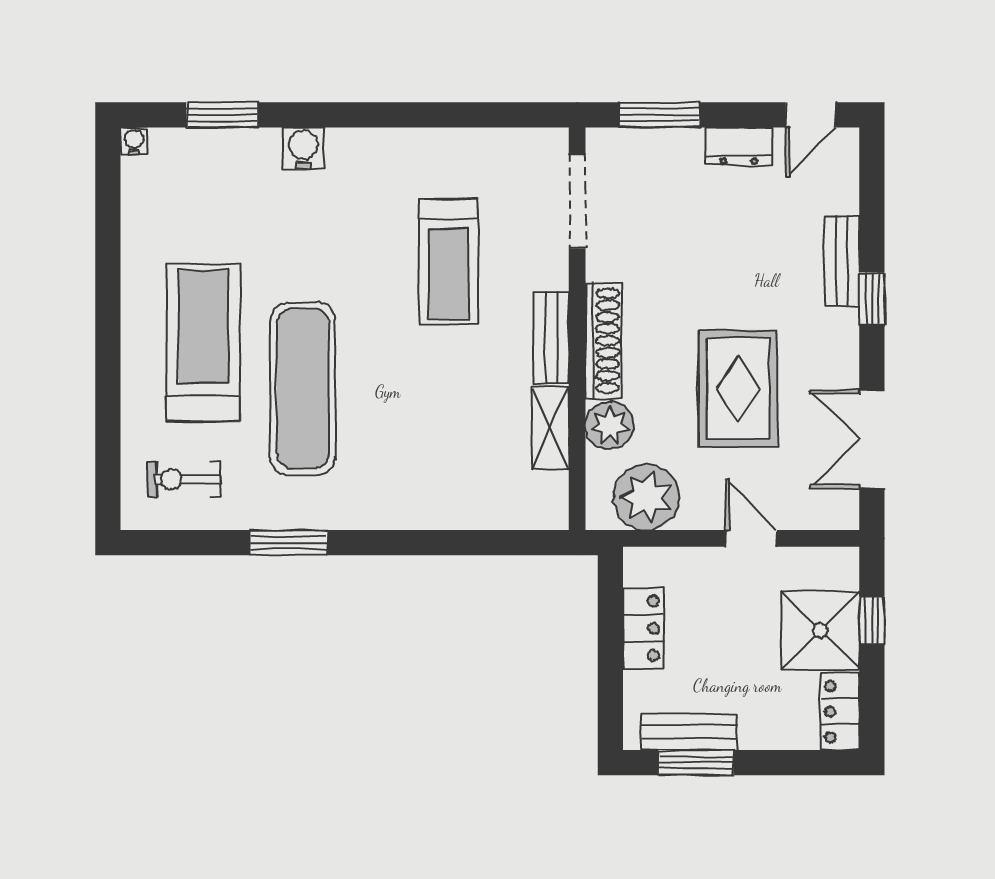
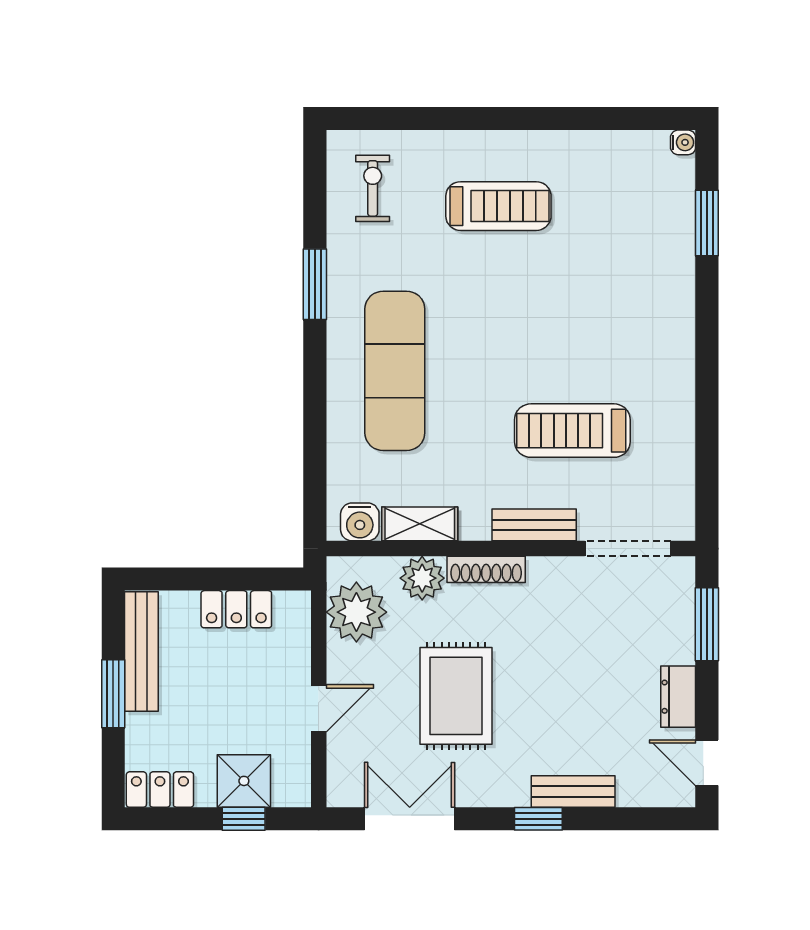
water cooler: (303, 148) -> (360, 522), moved, turned 90
bench: (551, 338) -> (534, 525), moved
shoe rack: (603, 340) -> (486, 569), width x0.74, depth x0.81
treadmill: (203, 342) -> (498, 206), width x0.73, depth x0.73
exercise mat: (303, 389) -> (395, 371), moved, turned 90
rug: (738, 389) -> (456, 696), turned 90
shower: (820, 630) -> (244, 781), width x0.73, depth x0.73
bench: (689, 732) -> (141, 651), width x1.36
window: (696, 763) -> (113, 694), moved

